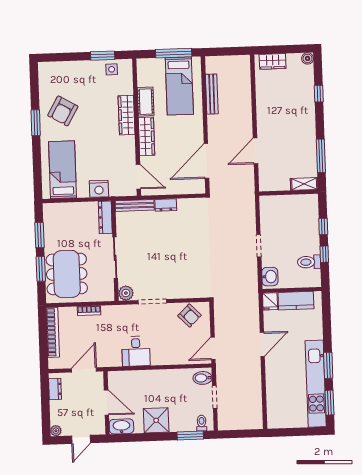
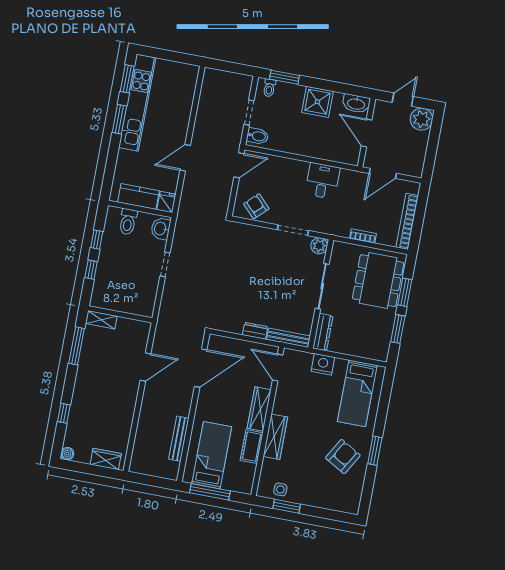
toilet: (309, 262) -> (128, 222), moved, turned 90
dresser: (55, 389) -> (418, 160), removed
plant: (56, 431) -> (421, 119), width x1.87, depth x1.87

